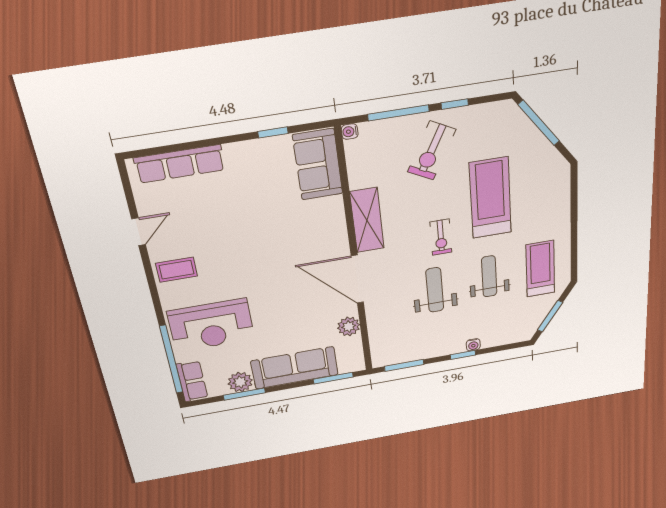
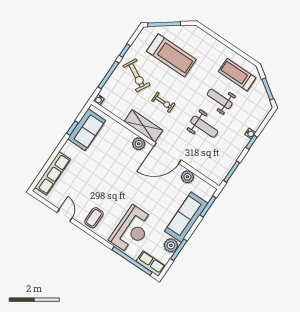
sofa: (318, 164) -> (87, 130), moved, turned -90
treadmill: (490, 198) -> (171, 55), moved, turned 180
plant: (336, 236) -> (139, 144), added
exercise bike: (441, 237) -> (163, 102), moved
weight bench: (435, 290) -> (204, 127), turned 180

